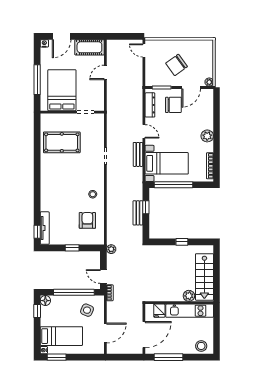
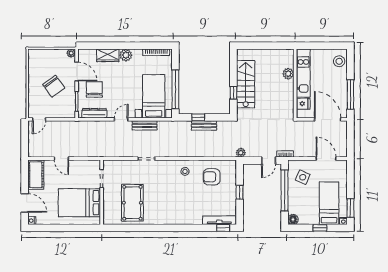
window: (37, 80) -> (69, 228), removed
wardrobe: (207, 118) -> (108, 55), added
window: (182, 242) -> (233, 93), moved
stairs: (204, 277) -> (246, 84), moved, turned -90
window: (37, 311) -> (320, 228), moved

